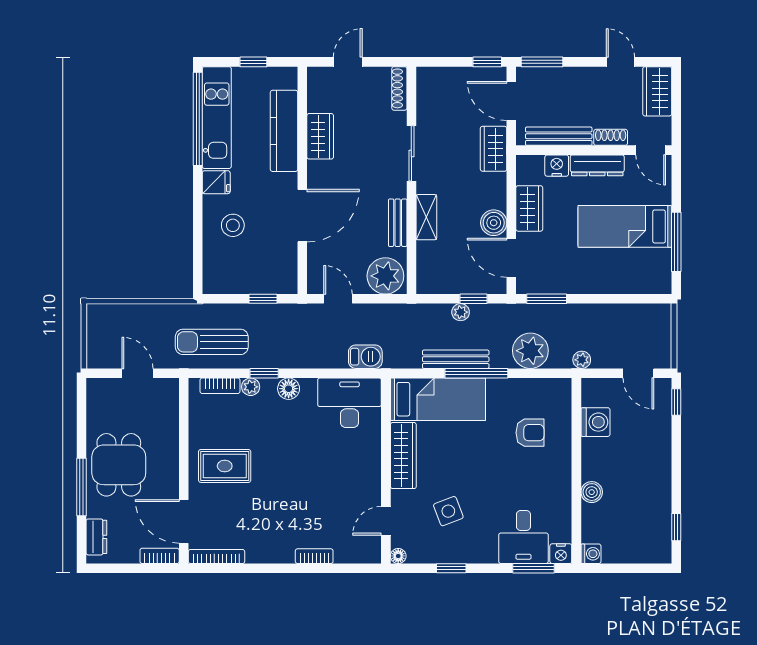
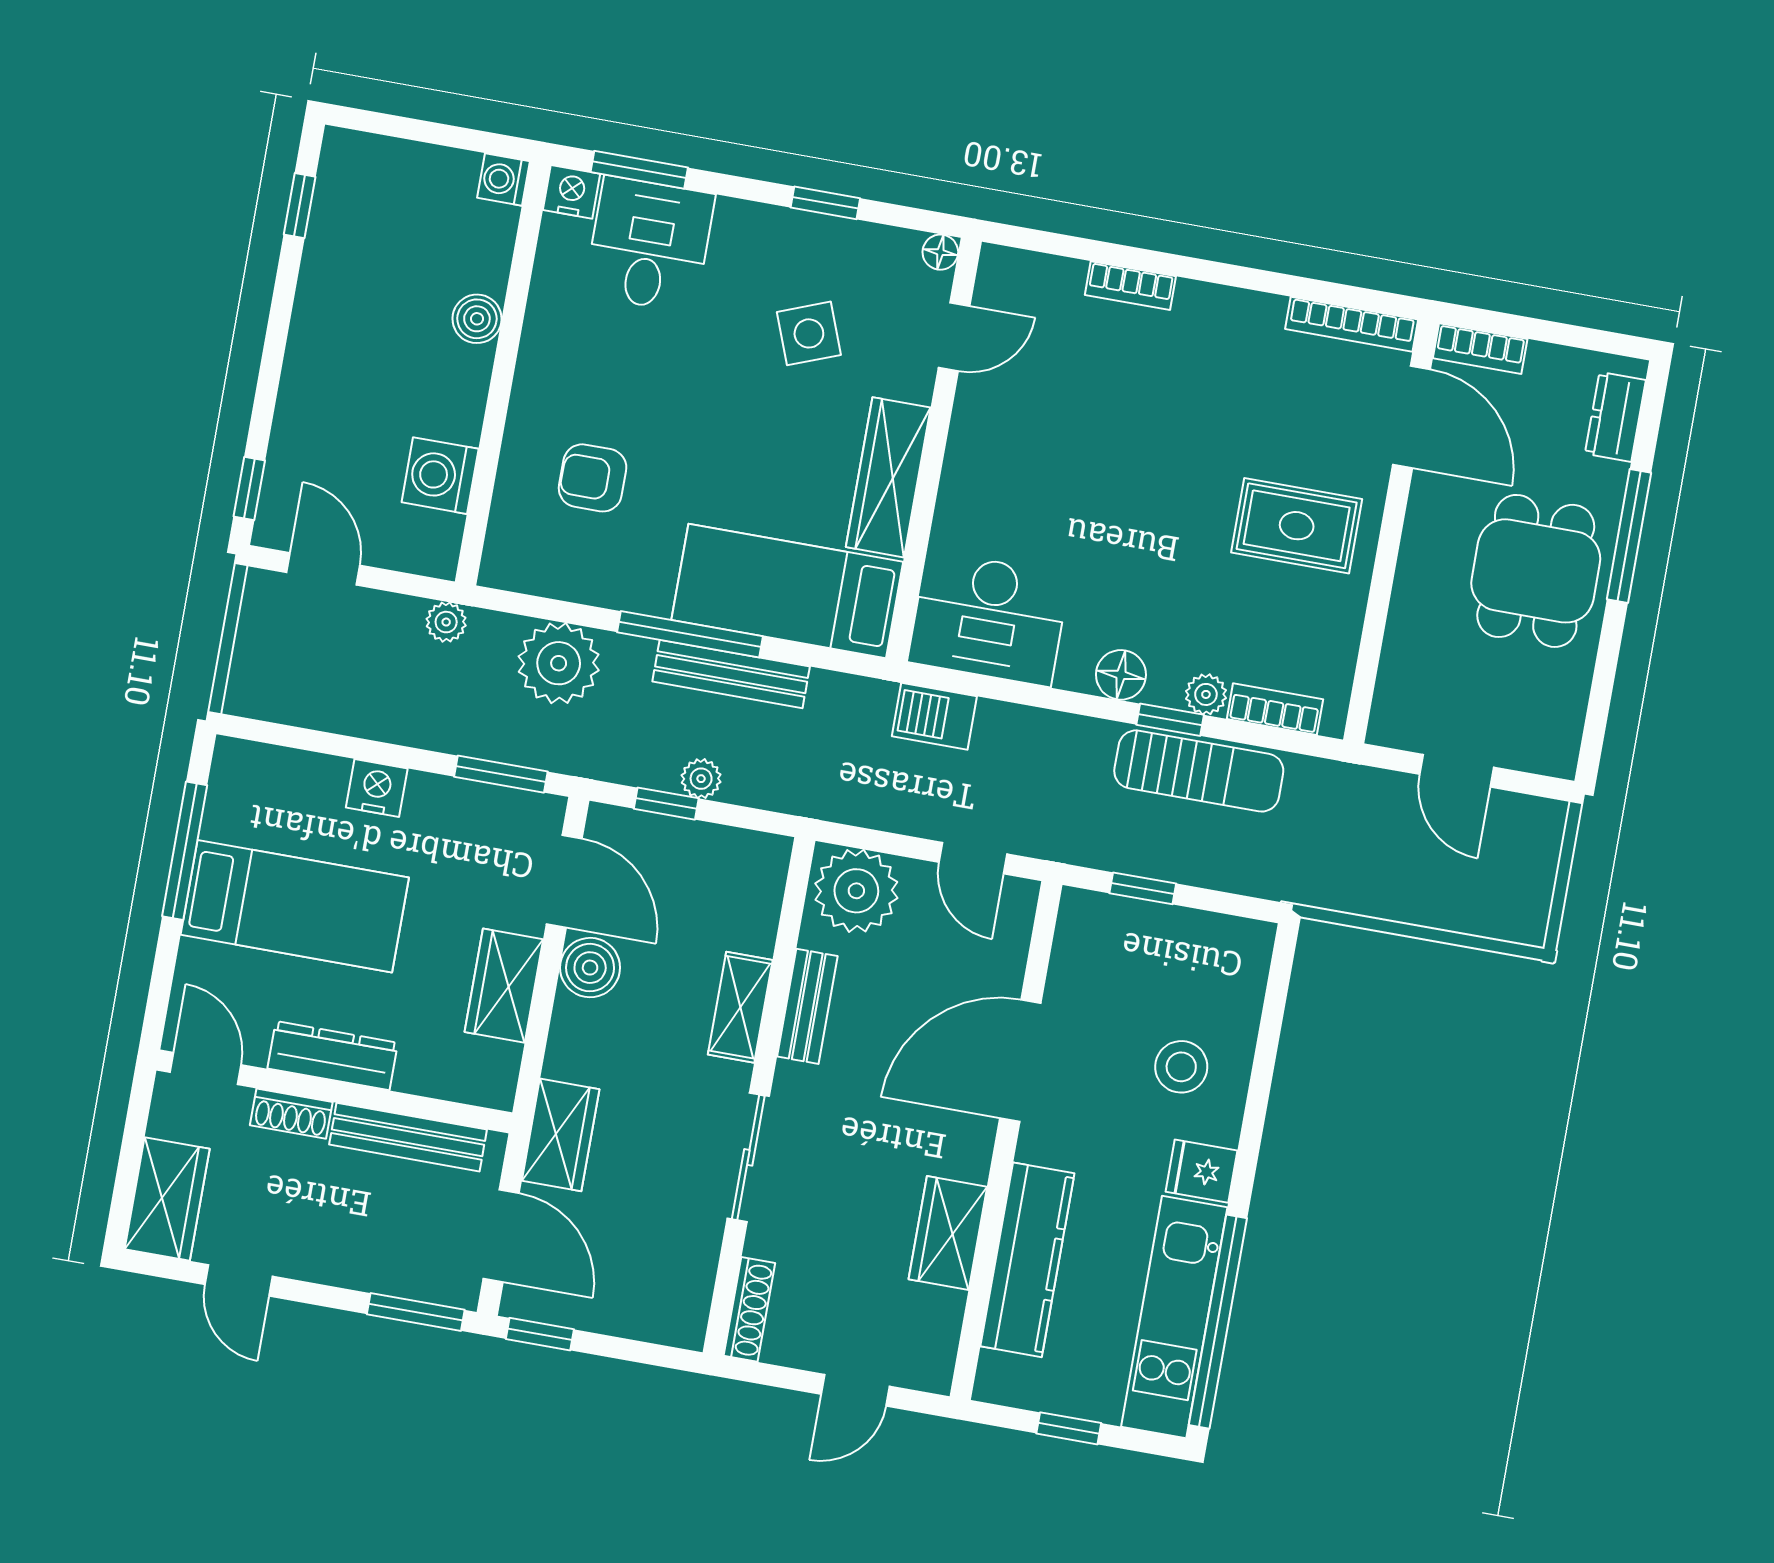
nightstand: (557, 166) -> (377, 788), moved, turned 180
sun lounger: (212, 342) -> (1199, 771), moved

